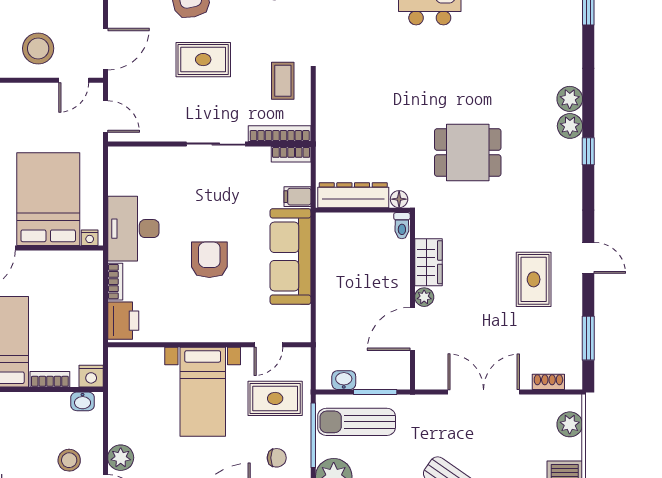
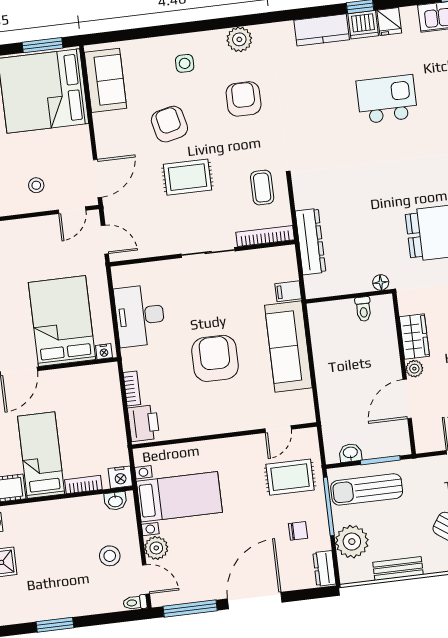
stool: (38, 48) -> (36, 185), width x0.53, depth x0.53
bookcase: (291, 154) -> (278, 254), removed
dresser: (353, 195) -> (310, 242), moved, turned 90
toilet: (402, 226) -> (363, 309), moved
desk: (133, 229) -> (140, 316), moved
armchair: (209, 260) -> (215, 358), width x1.36, depth x1.36
bed with nightstands: (203, 392) -> (179, 497), moved, turned -90

